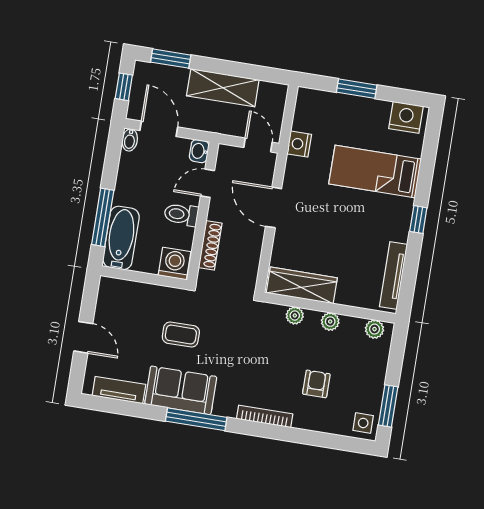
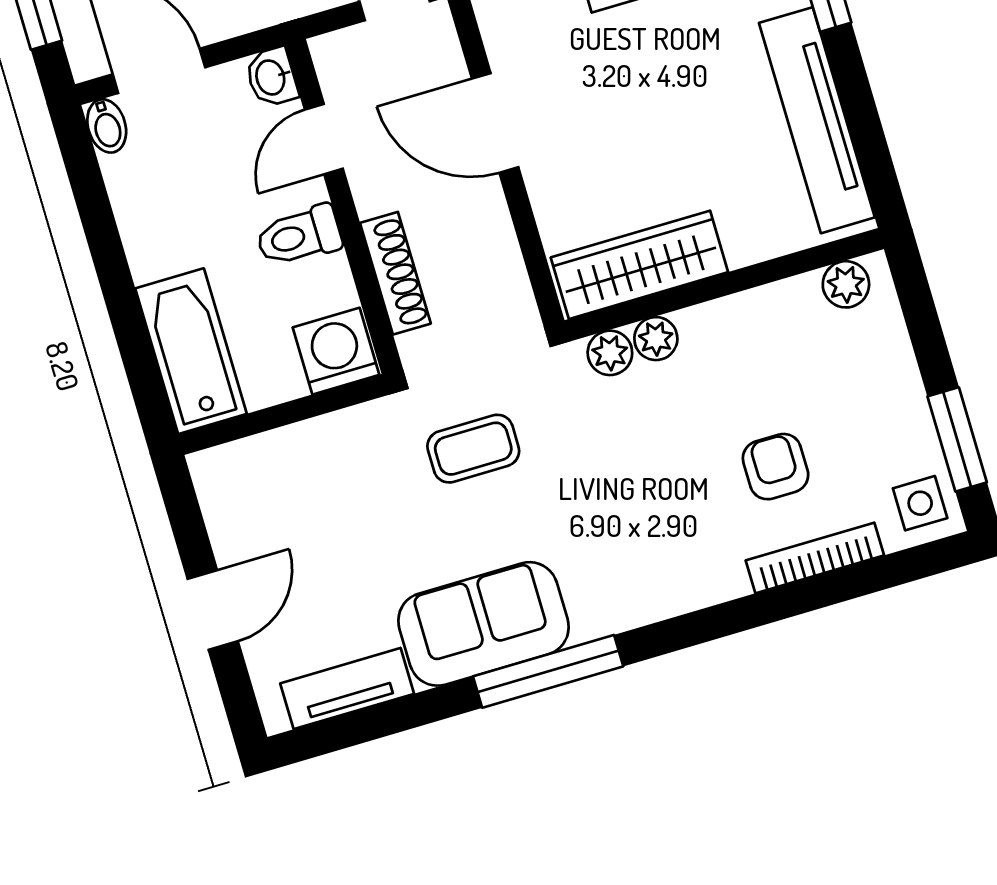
window: (103, 217) -> (129, 325), removed
tv unit: (393, 276) -> (817, 120), width x1.36, depth x1.29
plant: (330, 322) -> (610, 353), moved
coffee table: (181, 335) -> (473, 449), moved
door: (83, 337) -> (213, 610), hinge flipped
bookcase: (265, 416) -> (815, 558), moved

